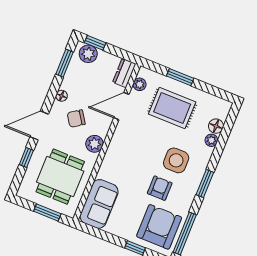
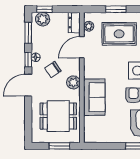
window: (26, 157) -> (28, 60), moved
dining table: (60, 177) -> (58, 116), turned 90
sofa: (99, 204) -> (94, 97), moved

